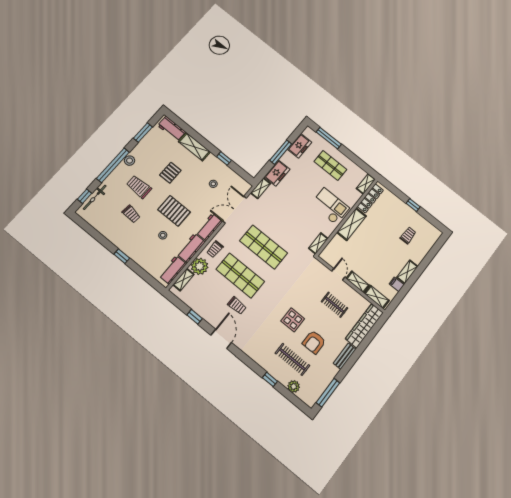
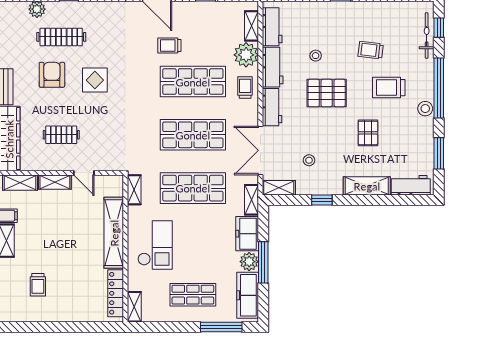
freezer: (300, 146) -> (248, 295), width x1.40
plant: (288, 158) -> (249, 262), added
shelving: (241, 183) -> (279, 188), added
trolley: (139, 187) -> (389, 88), turned 180
window: (413, 205) -> (59, 327), removed
checkout: (330, 206) -> (155, 245), turned -90
double door: (235, 210) -> (260, 150), swing flipped
shop shelf: (286, 219) -> (193, 188), added
shelving: (351, 224) -> (114, 233), width x1.47

